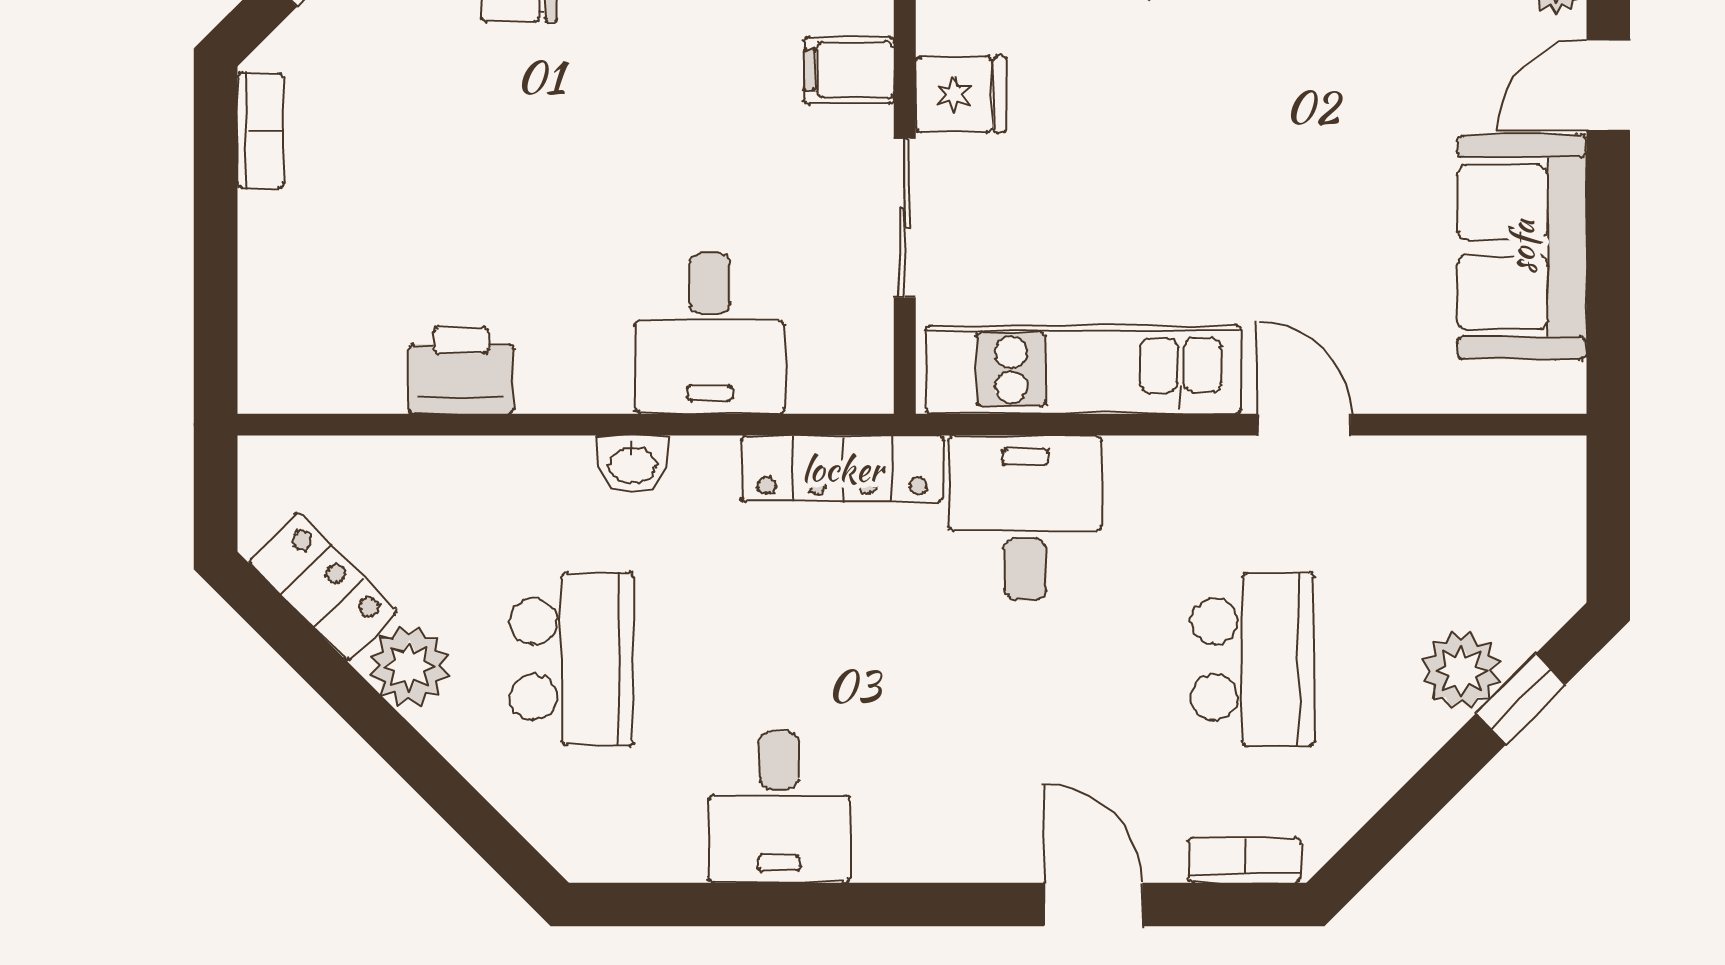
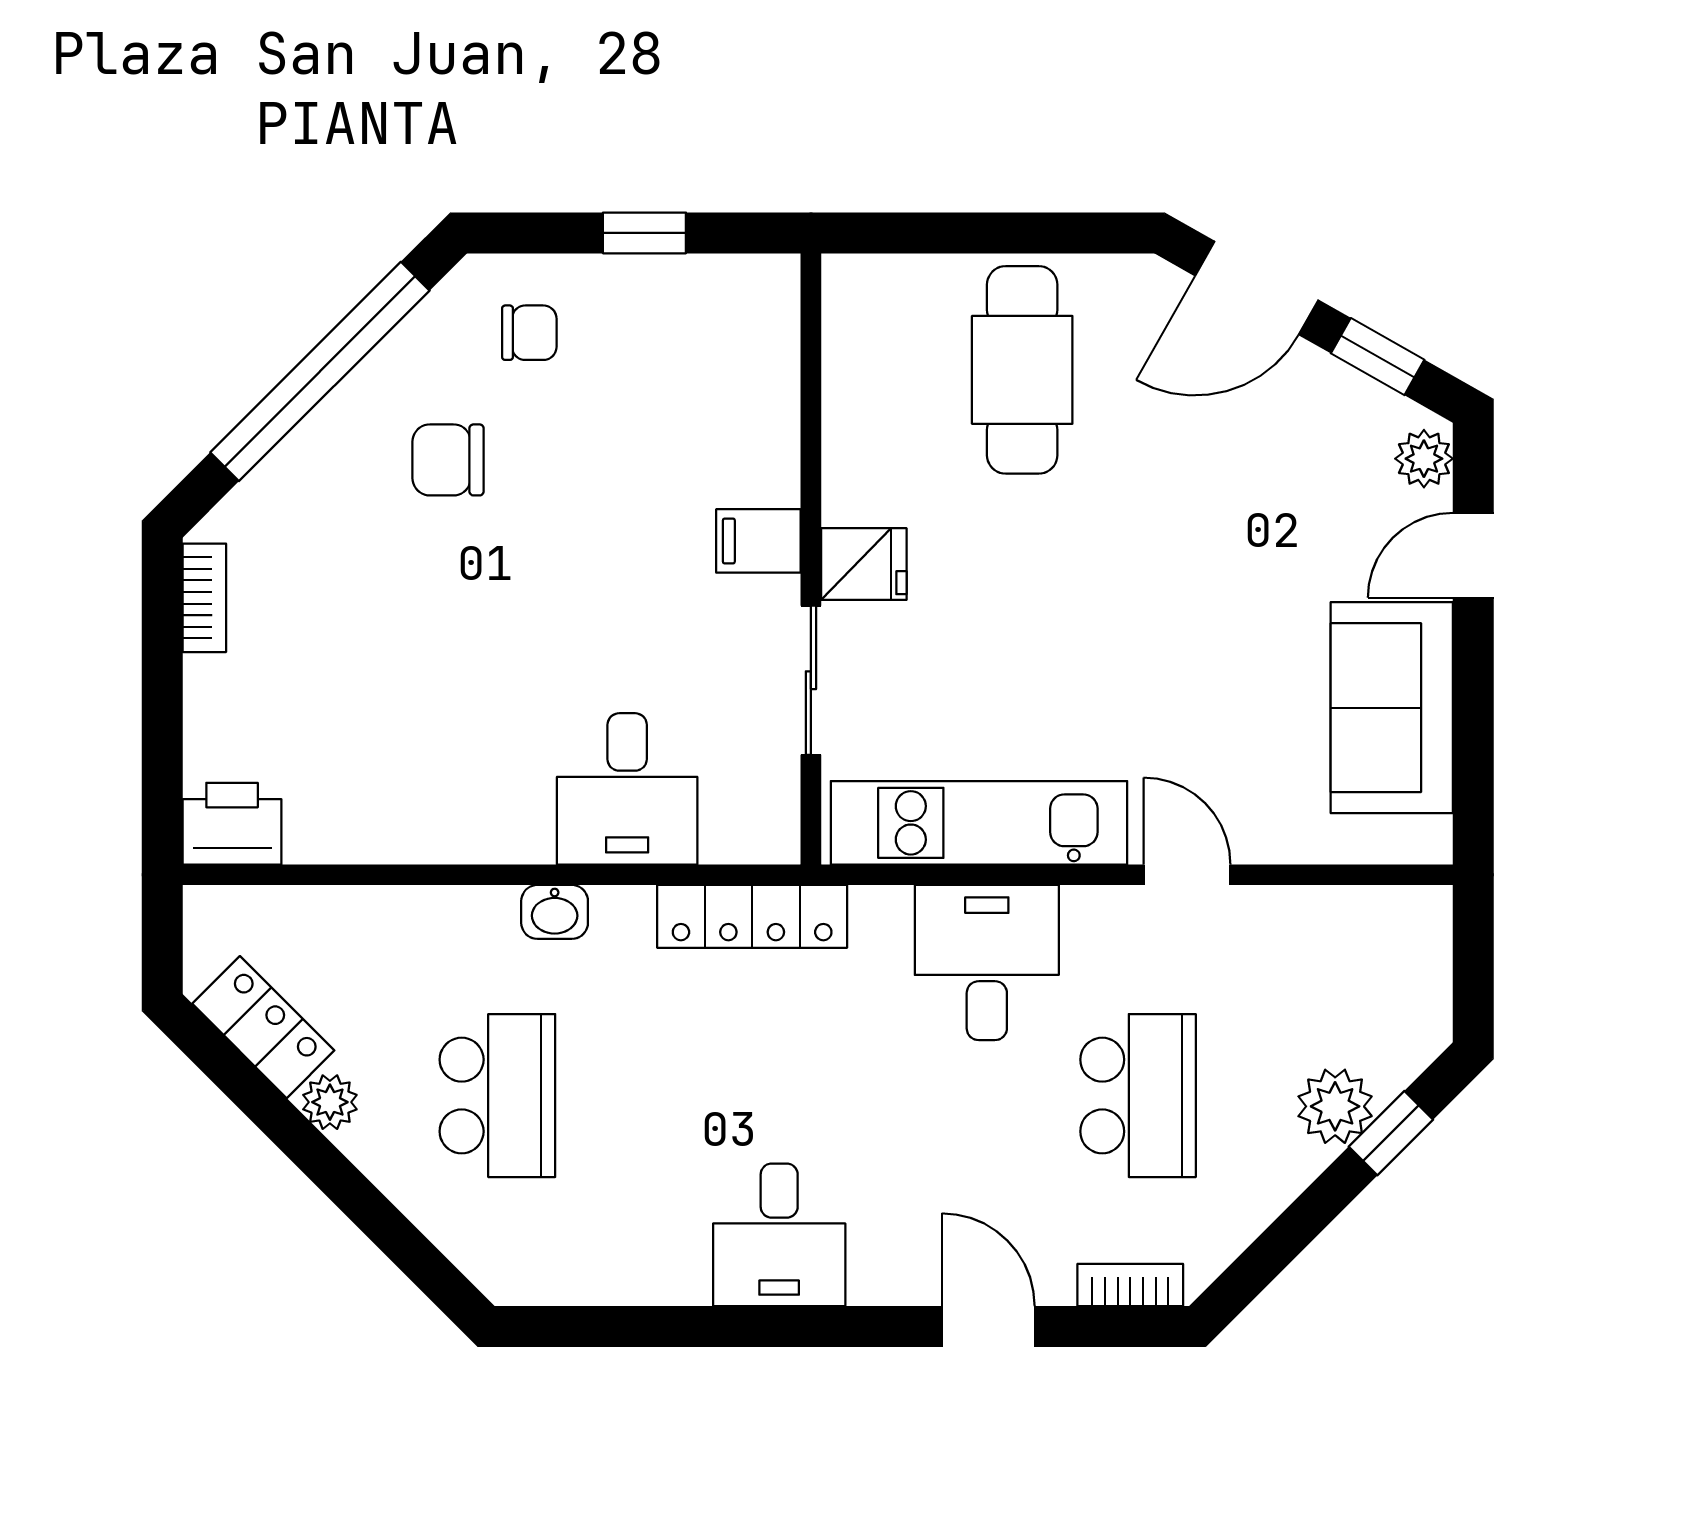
printer: (461, 370) -> (232, 824), moved
desk: (1025, 518) -> (987, 963), moved
plant: (409, 666) -> (330, 1102), width x0.73, depth x0.73
desk: (779, 807) -> (779, 1235), moved

